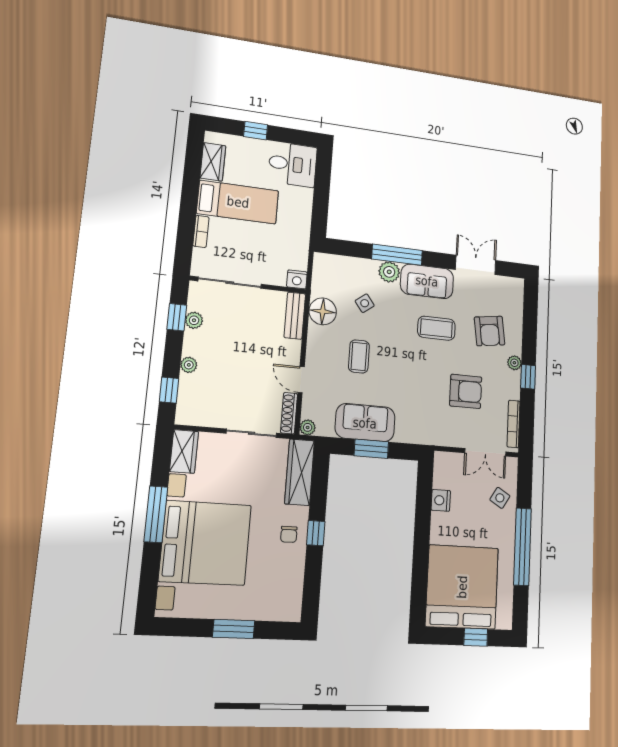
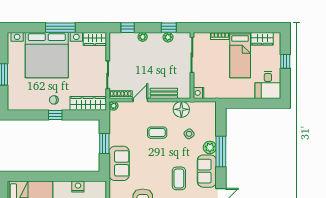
bench: (295, 316) -> (164, 93), moved
sofa: (365, 423) -> (119, 163), moved

